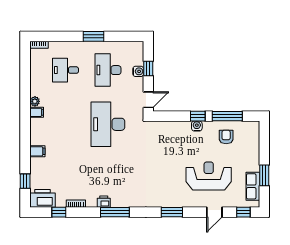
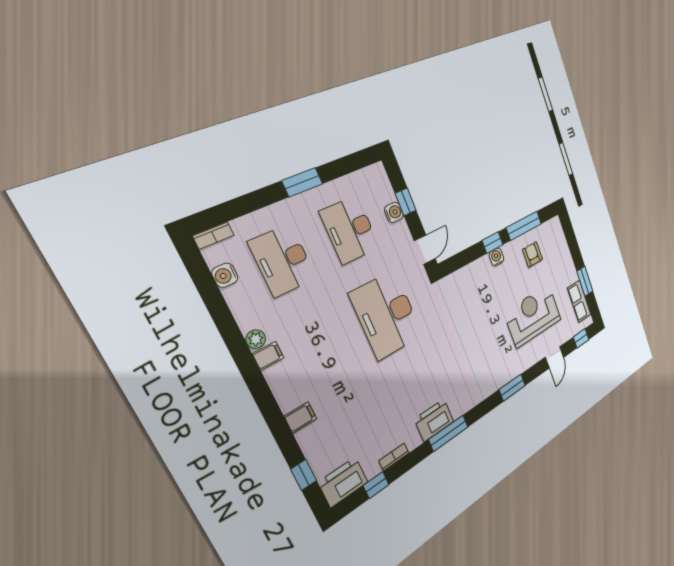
water cooler: (35, 65) -> (225, 275), added
desk: (65, 70) -> (283, 260), width x1.37
printer: (104, 202) -> (434, 420), width x1.87, depth x1.48

